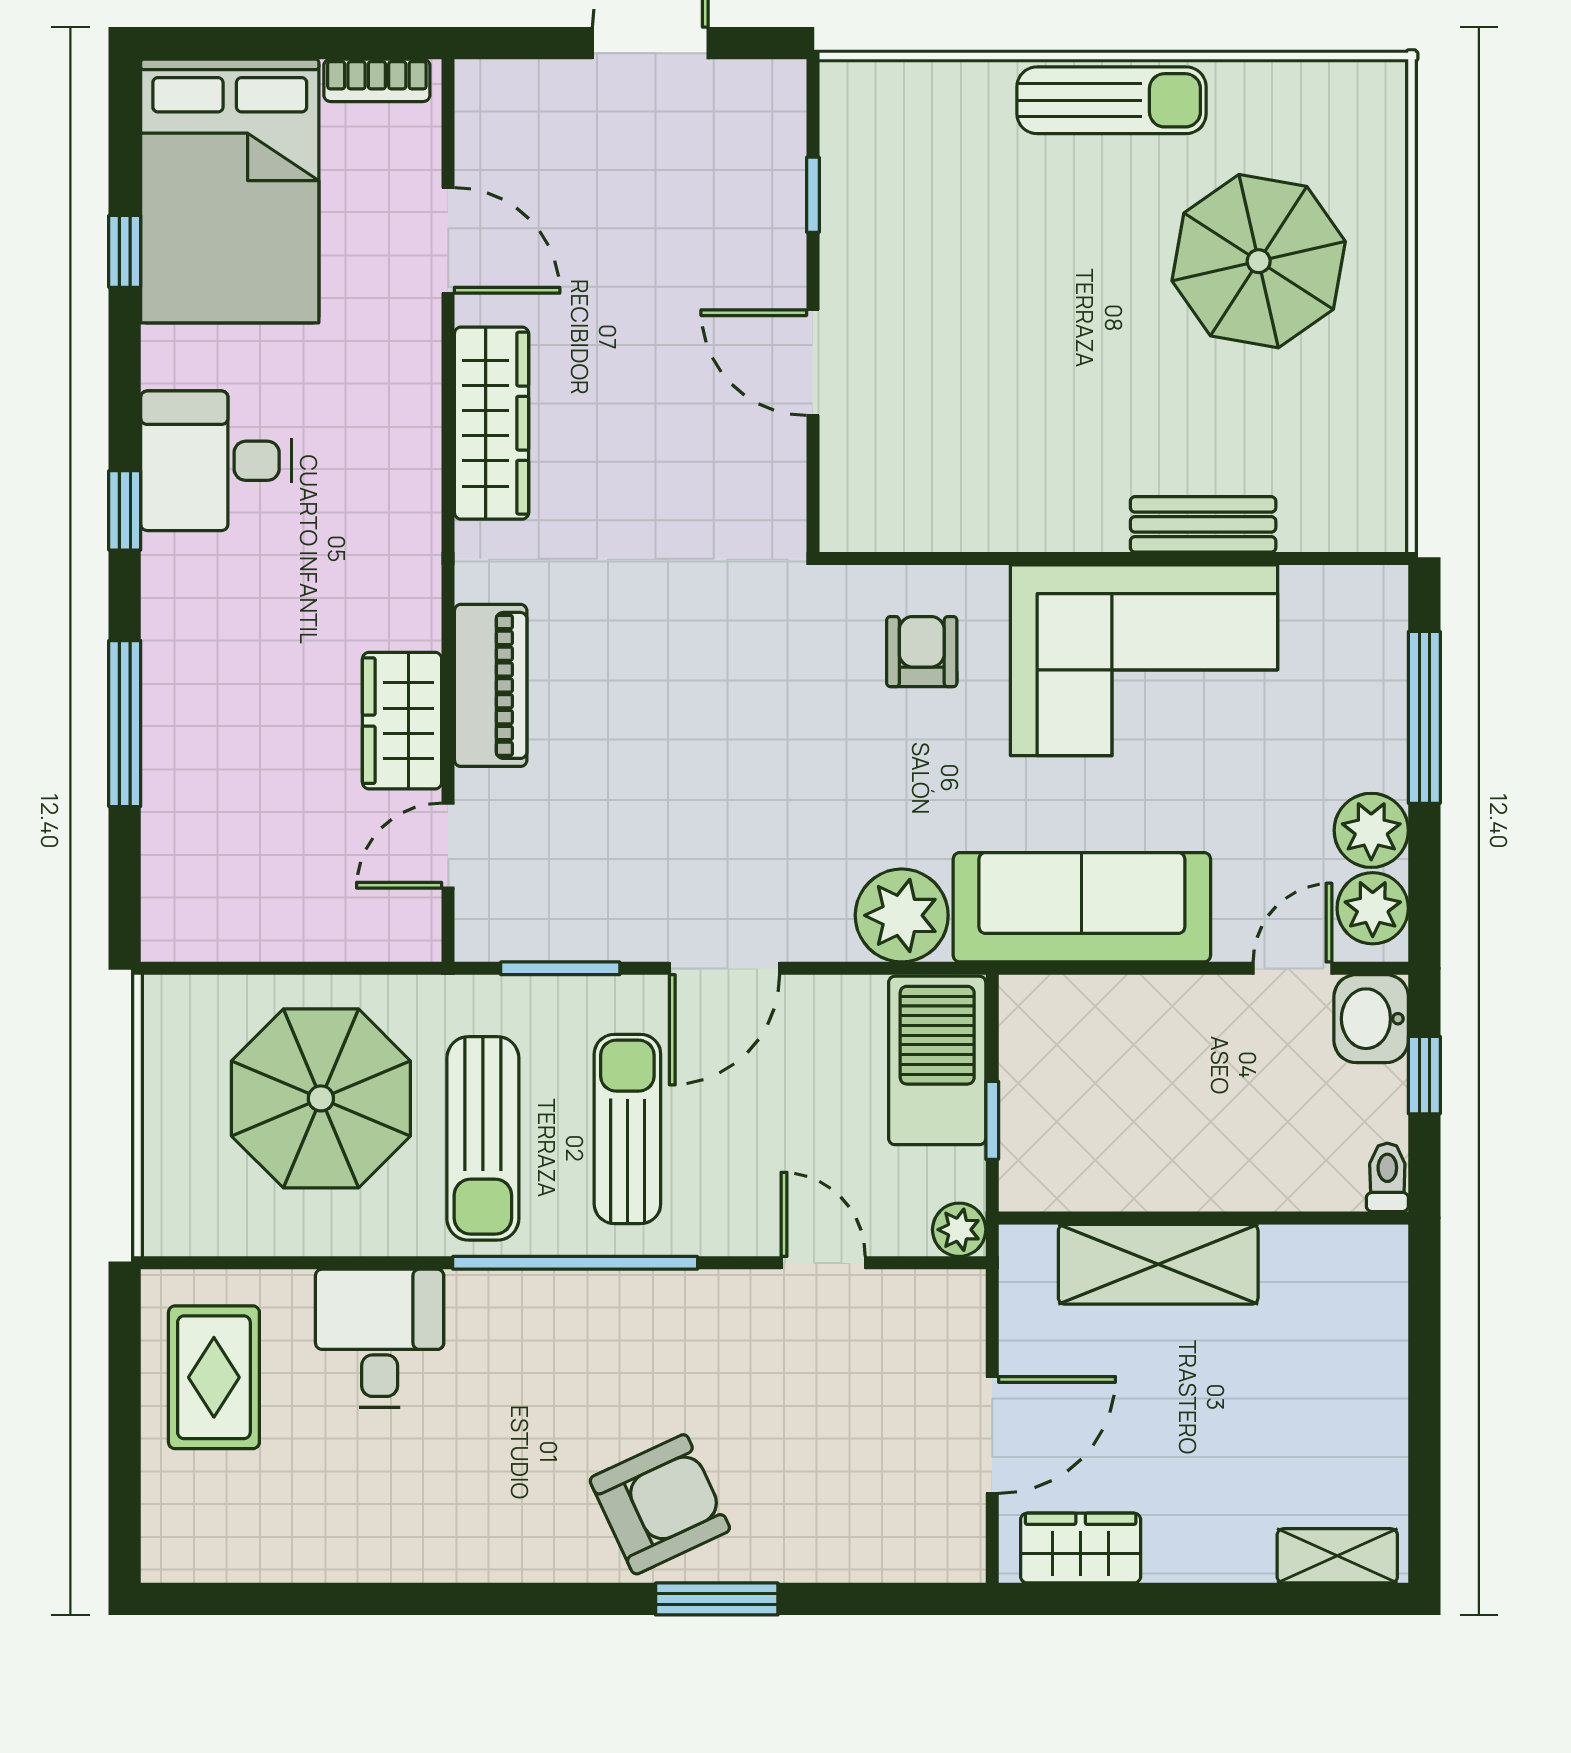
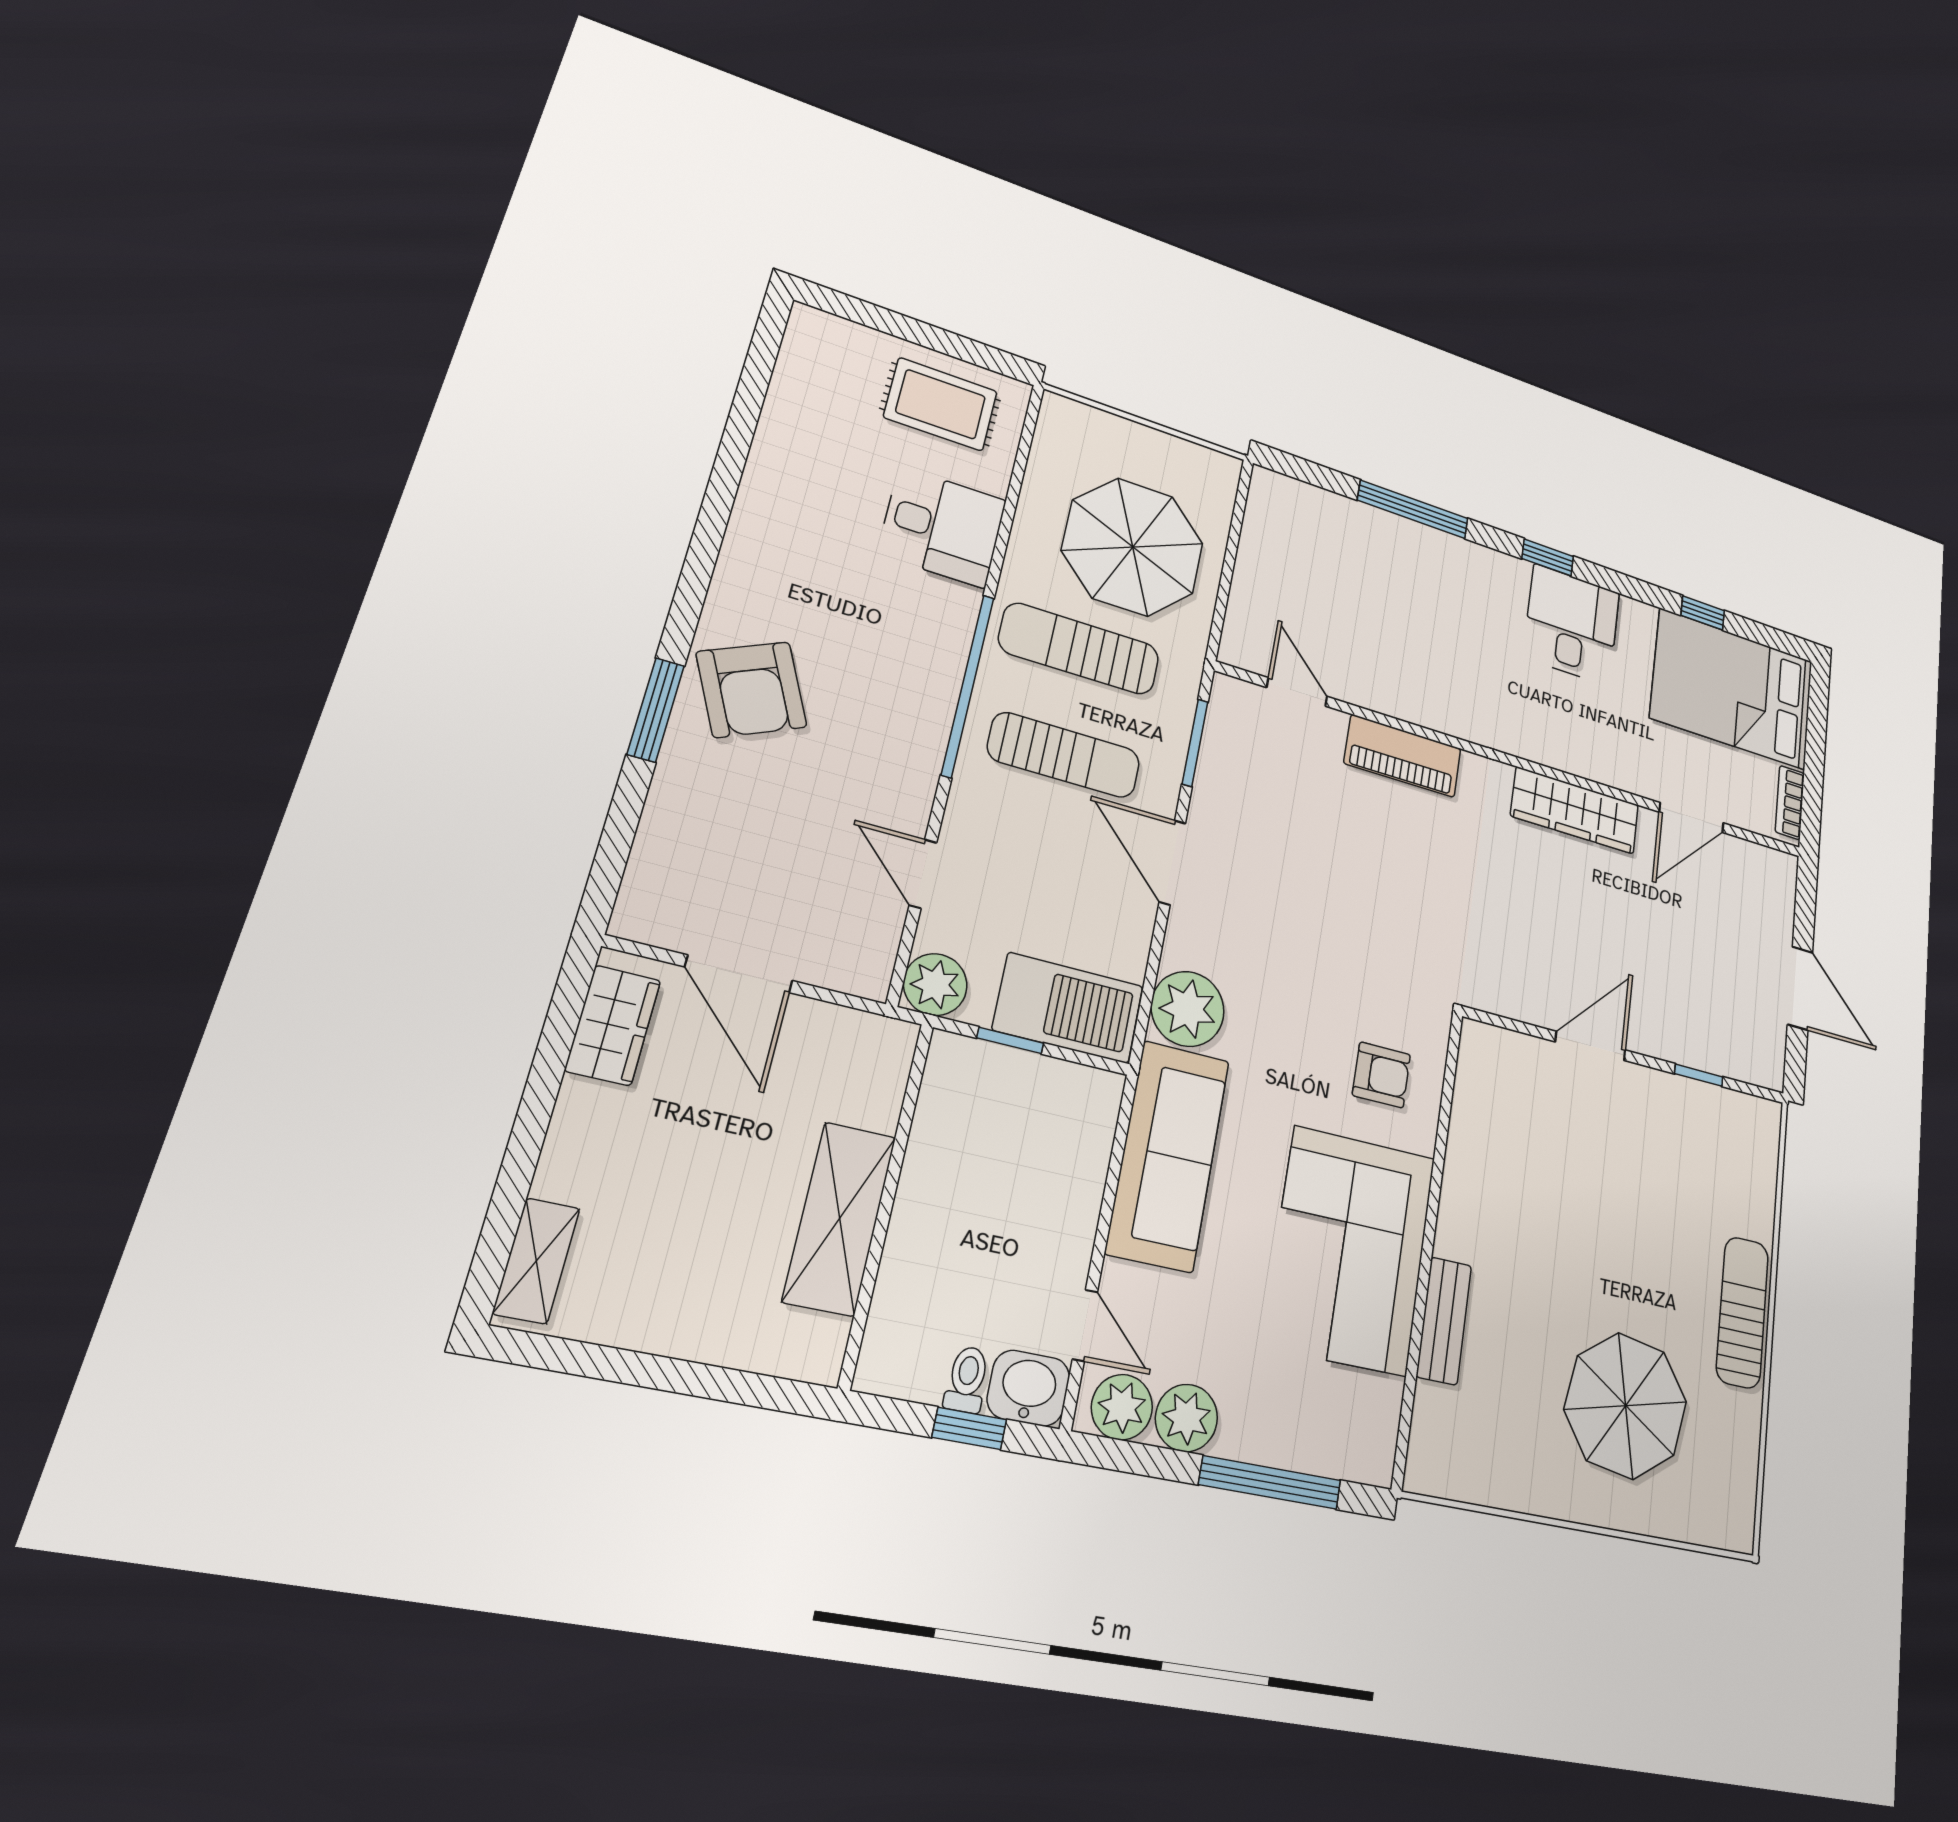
sun lounger: (1112, 100) -> (1742, 1312), turned 180
wardrobe: (402, 721) -> (1388, 688), removed
toilet: (1387, 1177) -> (967, 1379), moved, turned -90
plant: (959, 1230) -> (935, 985), width x1.38, depth x1.38
door: (823, 1263) -> (923, 874), swing flipped
shelving: (1158, 1264) -> (840, 1218), moved

